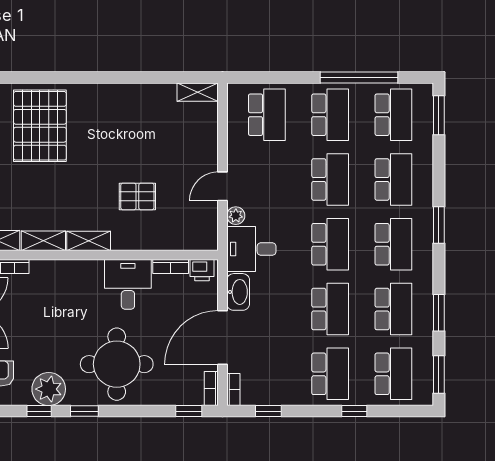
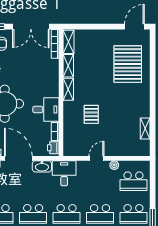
shelving: (198, 92) -> (145, 128), moved
pallet: (40, 126) -> (128, 64), turned 90
door: (223, 186) -> (96, 158), hinge flipped
plant: (236, 216) -> (114, 165), moved

